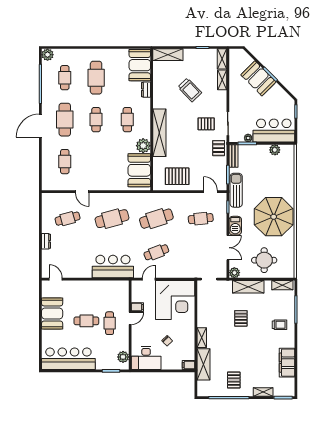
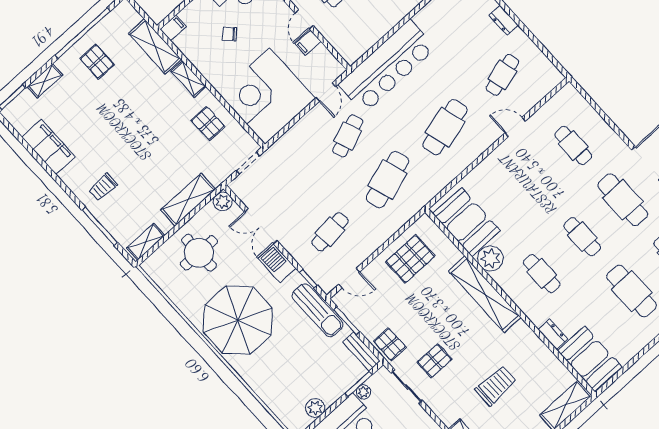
trolley: (190, 90) -> (496, 386), turned 134
bar counter: (113, 267) -> (387, 66), width x1.36
pallet: (241, 318) -> (208, 123), moved

